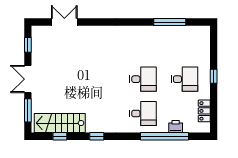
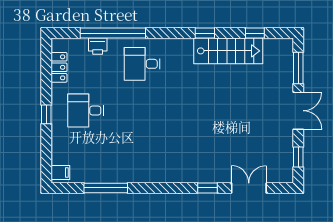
double door: (64, 22) -> (249, 188), swing flipped
window: (95, 22) -> (208, 188), added
filing cabinet: (203, 33) -> (60, 173), added
desk: (143, 79) -> (142, 111), removed
stairs: (60, 123) -> (228, 51), moved

